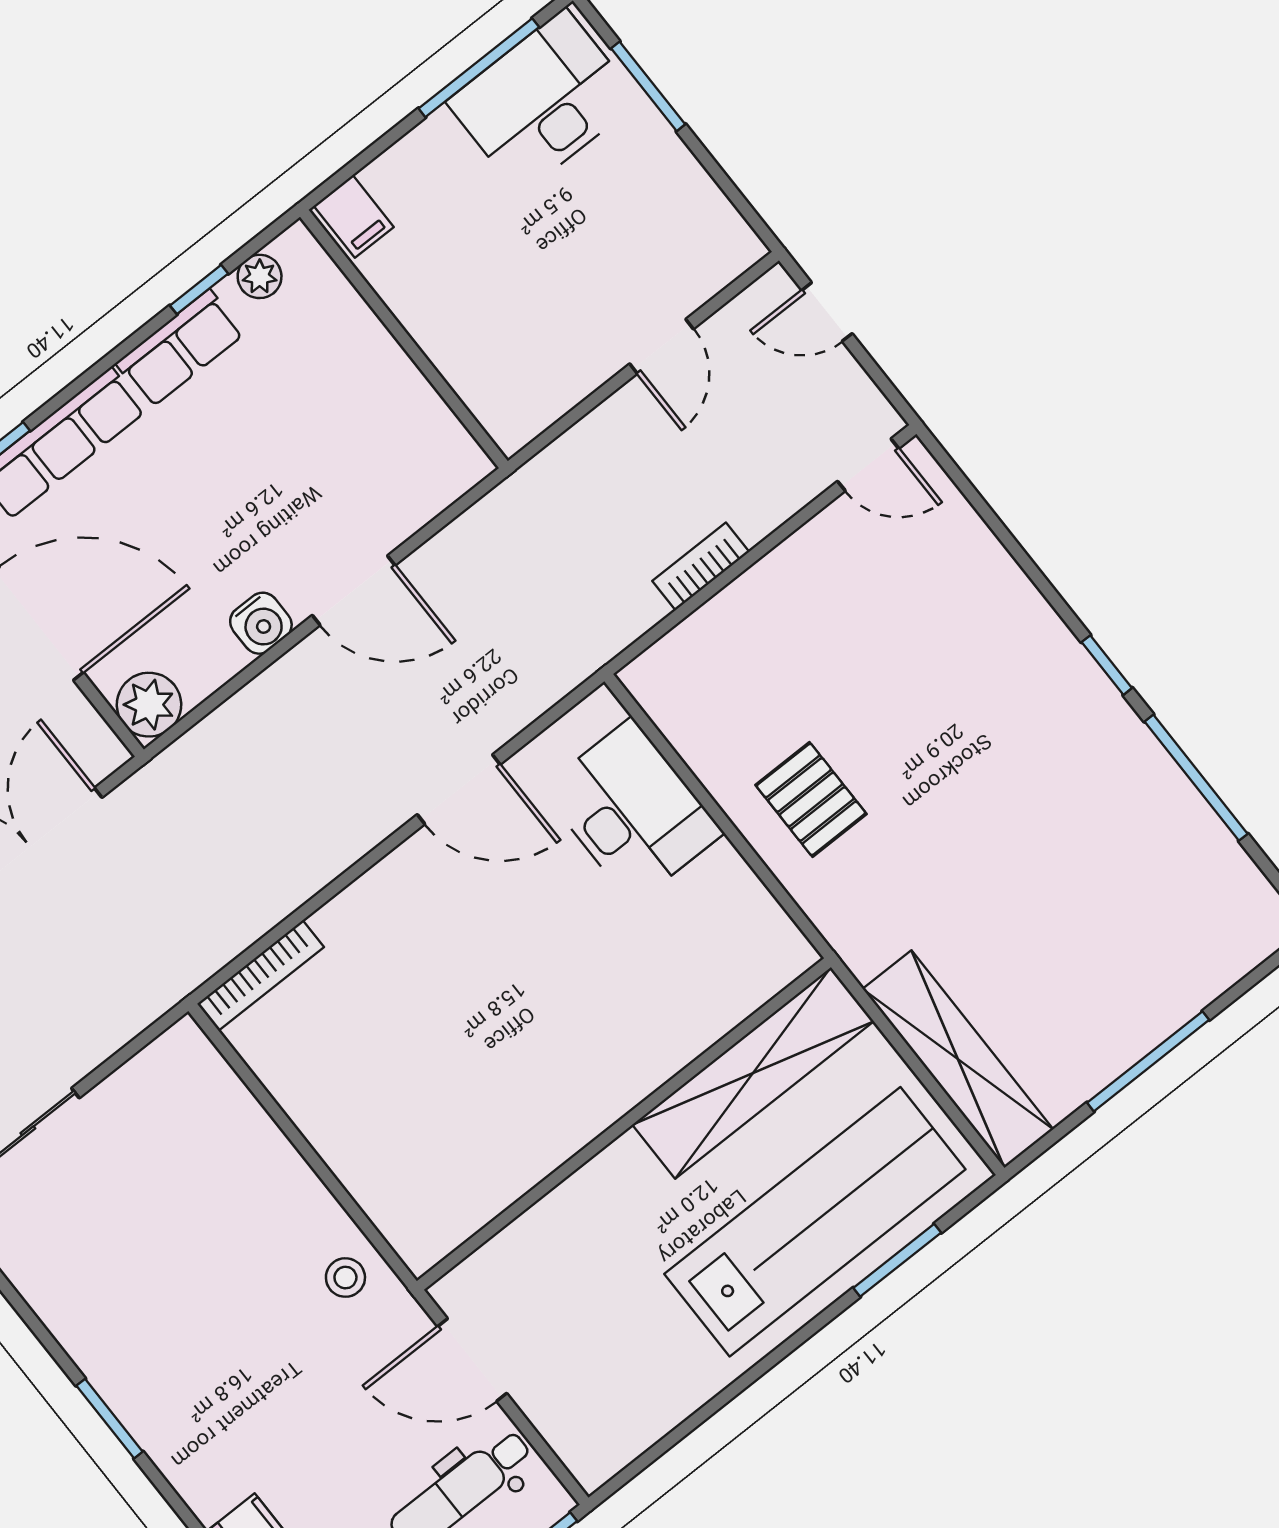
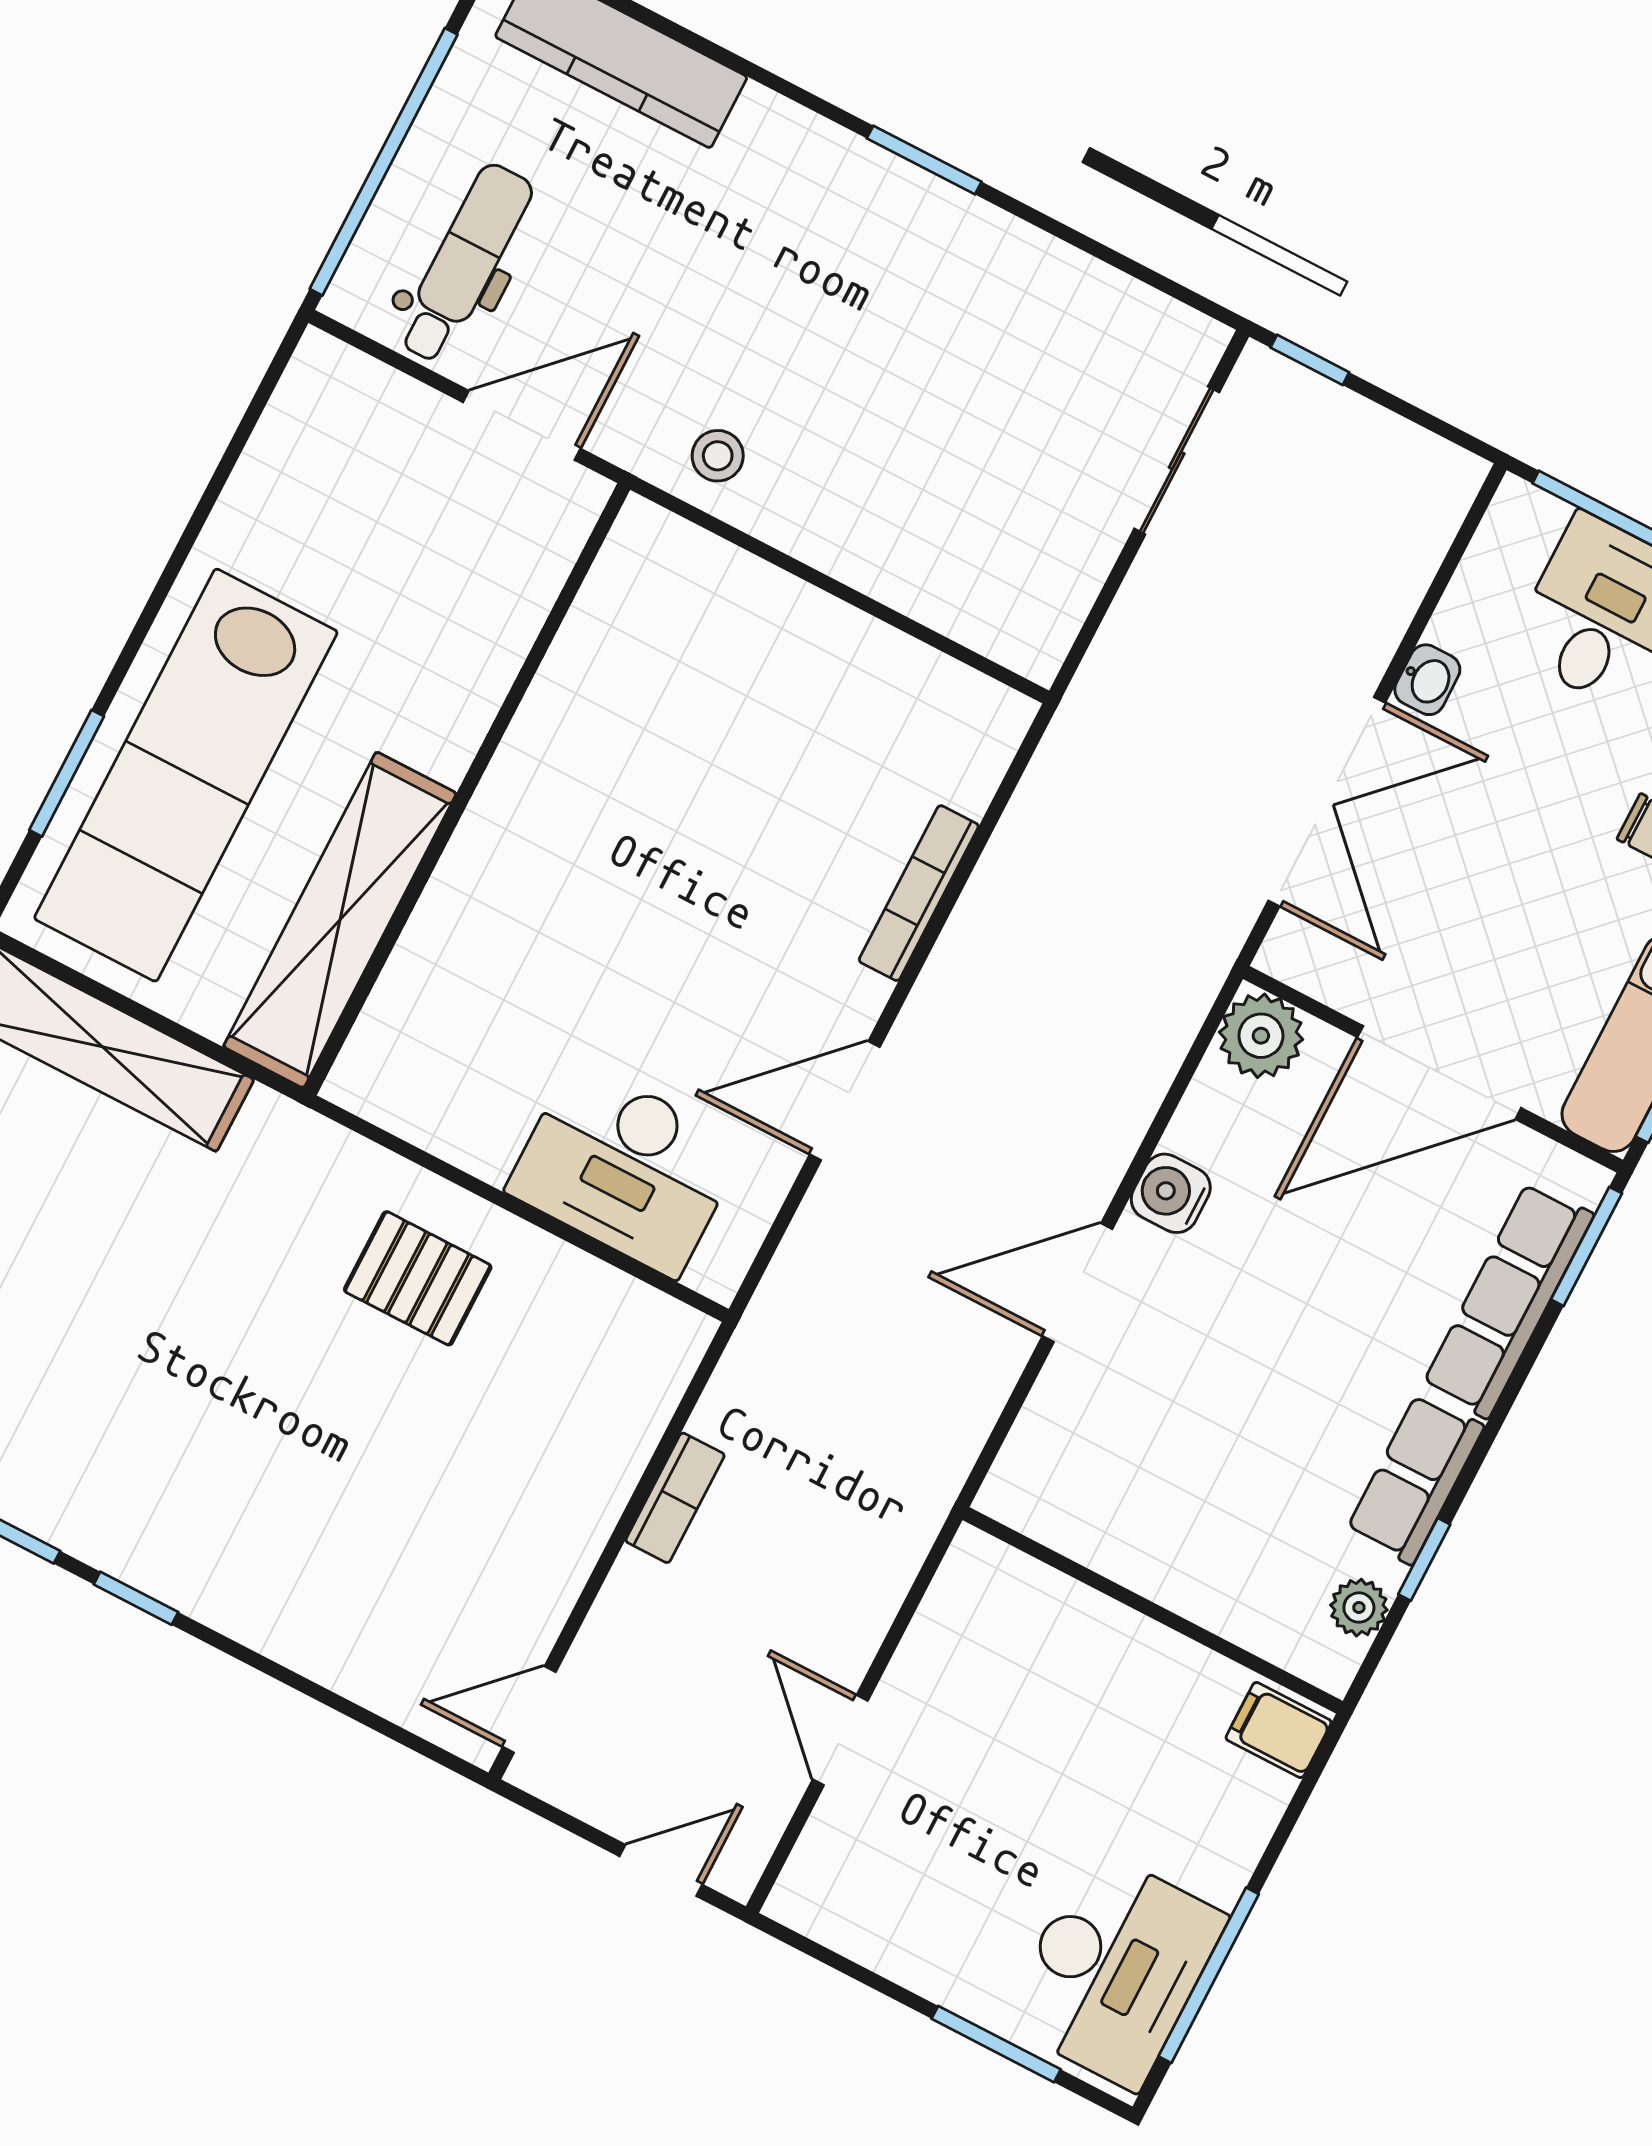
bookcase: (261, 975) -> (919, 893), moved

